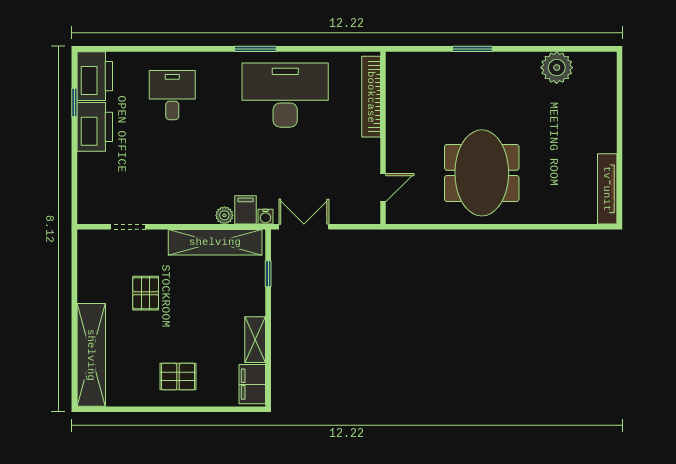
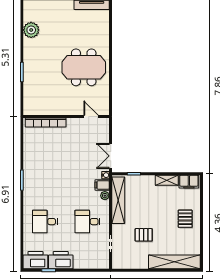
desk: (285, 95) -> (87, 222), moved, width x0.53, depth x0.77

